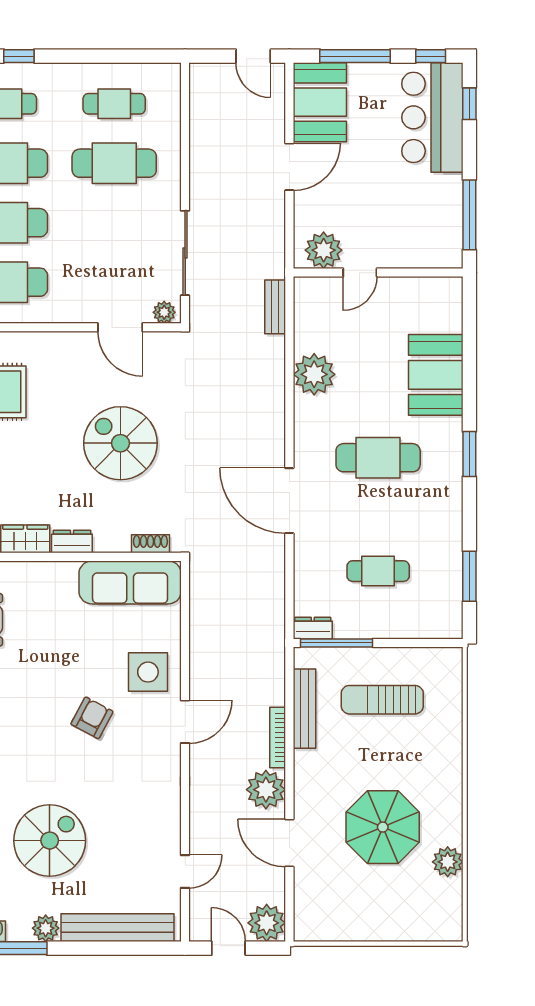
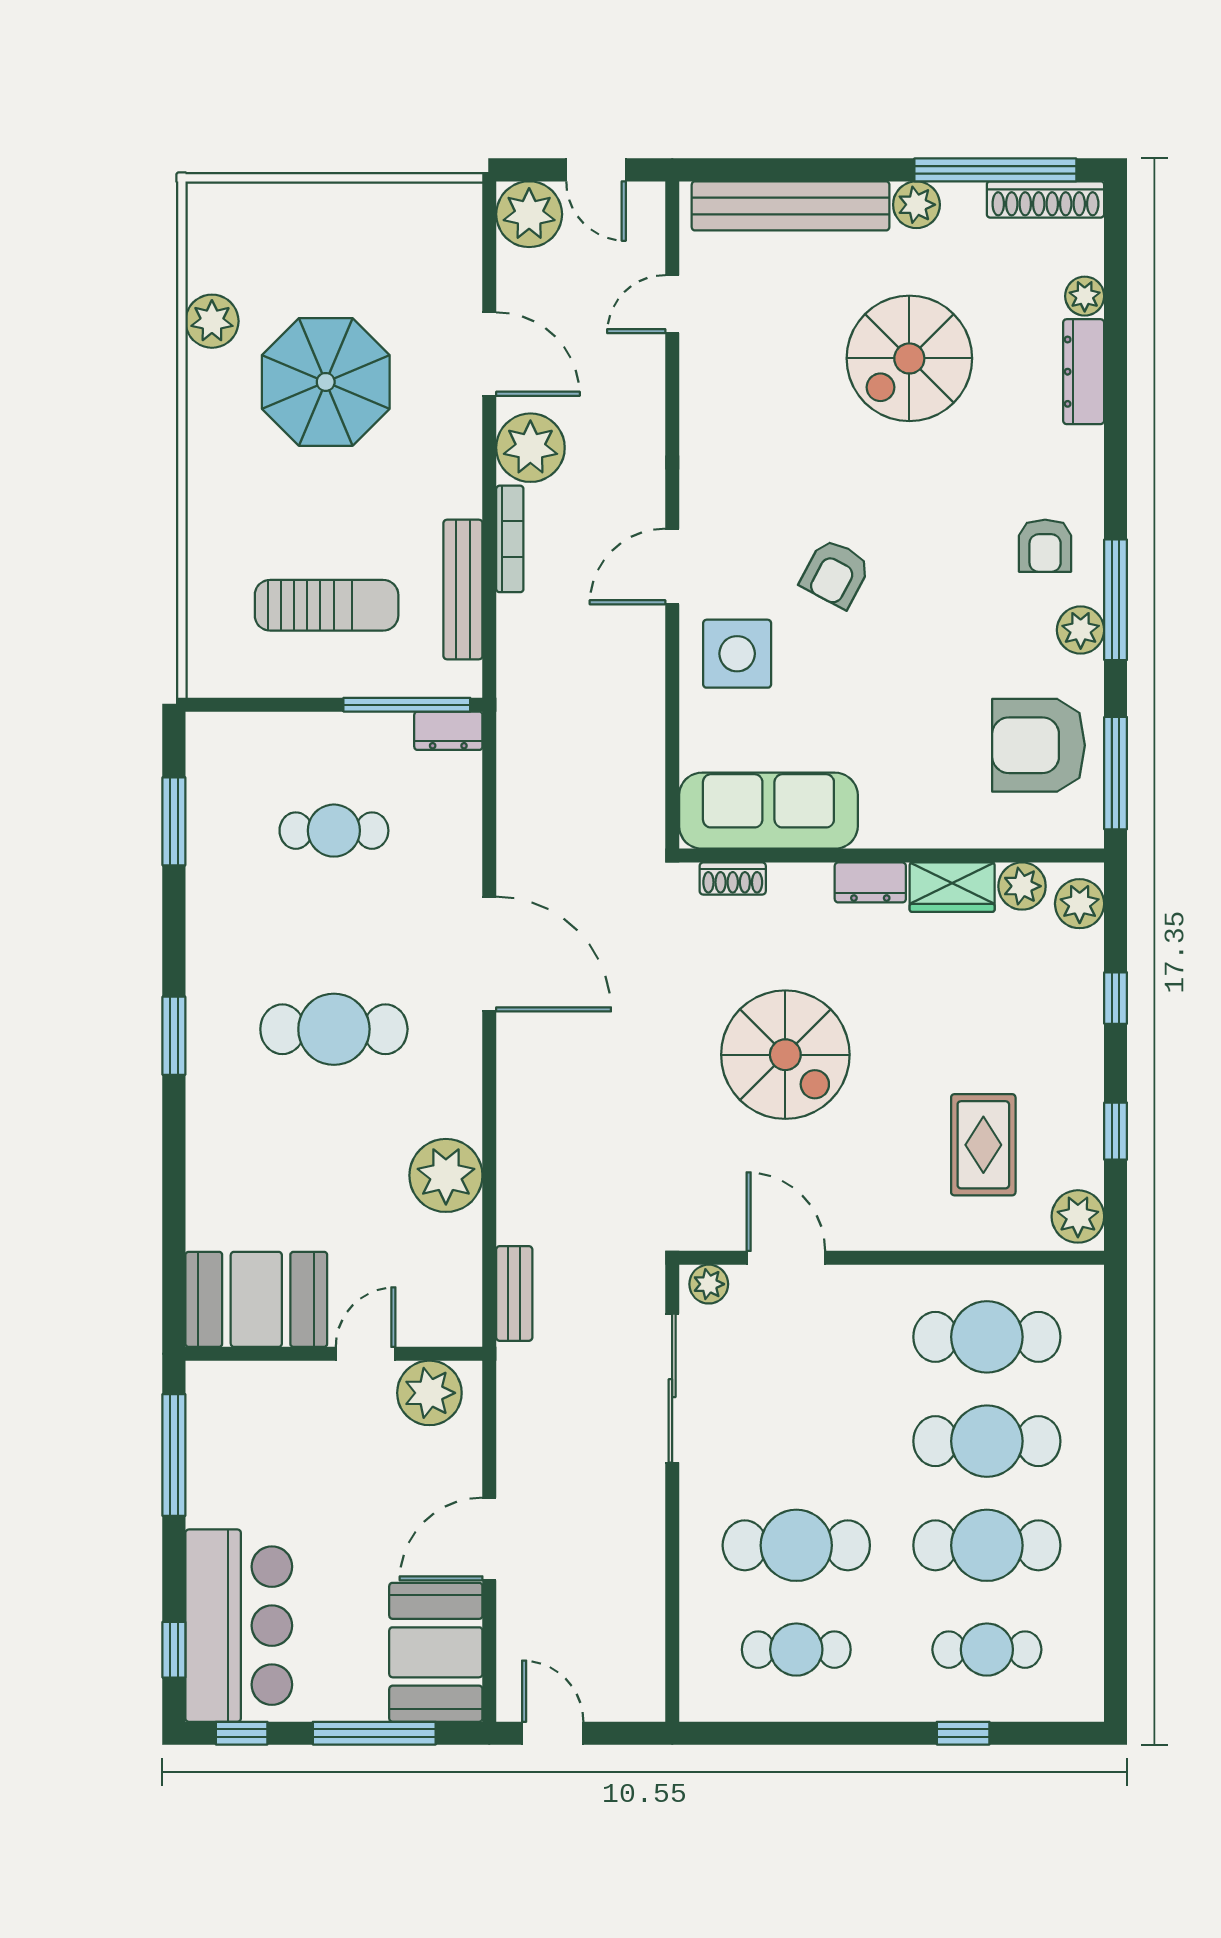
booth: (436, 375) -> (256, 1299), moved, turned 90

